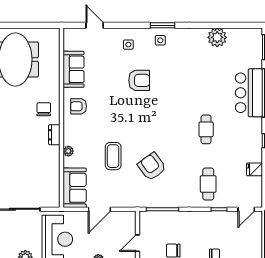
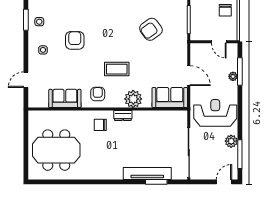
armchair: (79, 106) -> (98, 94), turned 180
plant: (68, 151) -> (133, 99), width x1.88, depth x1.88
coffee table: (113, 156) -> (117, 69), moved

